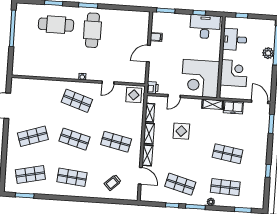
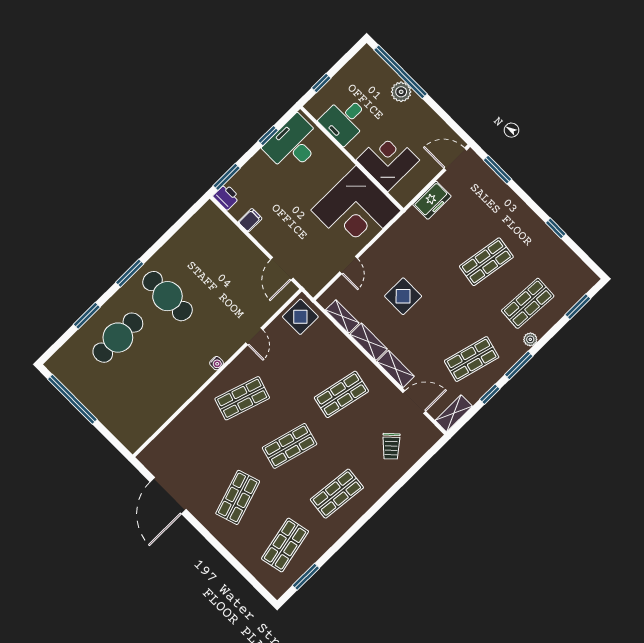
door: (148, 54) -> (282, 269), moved
printer: (153, 88) -> (226, 197), moved
shelving: (213, 104) -> (454, 413), moved

